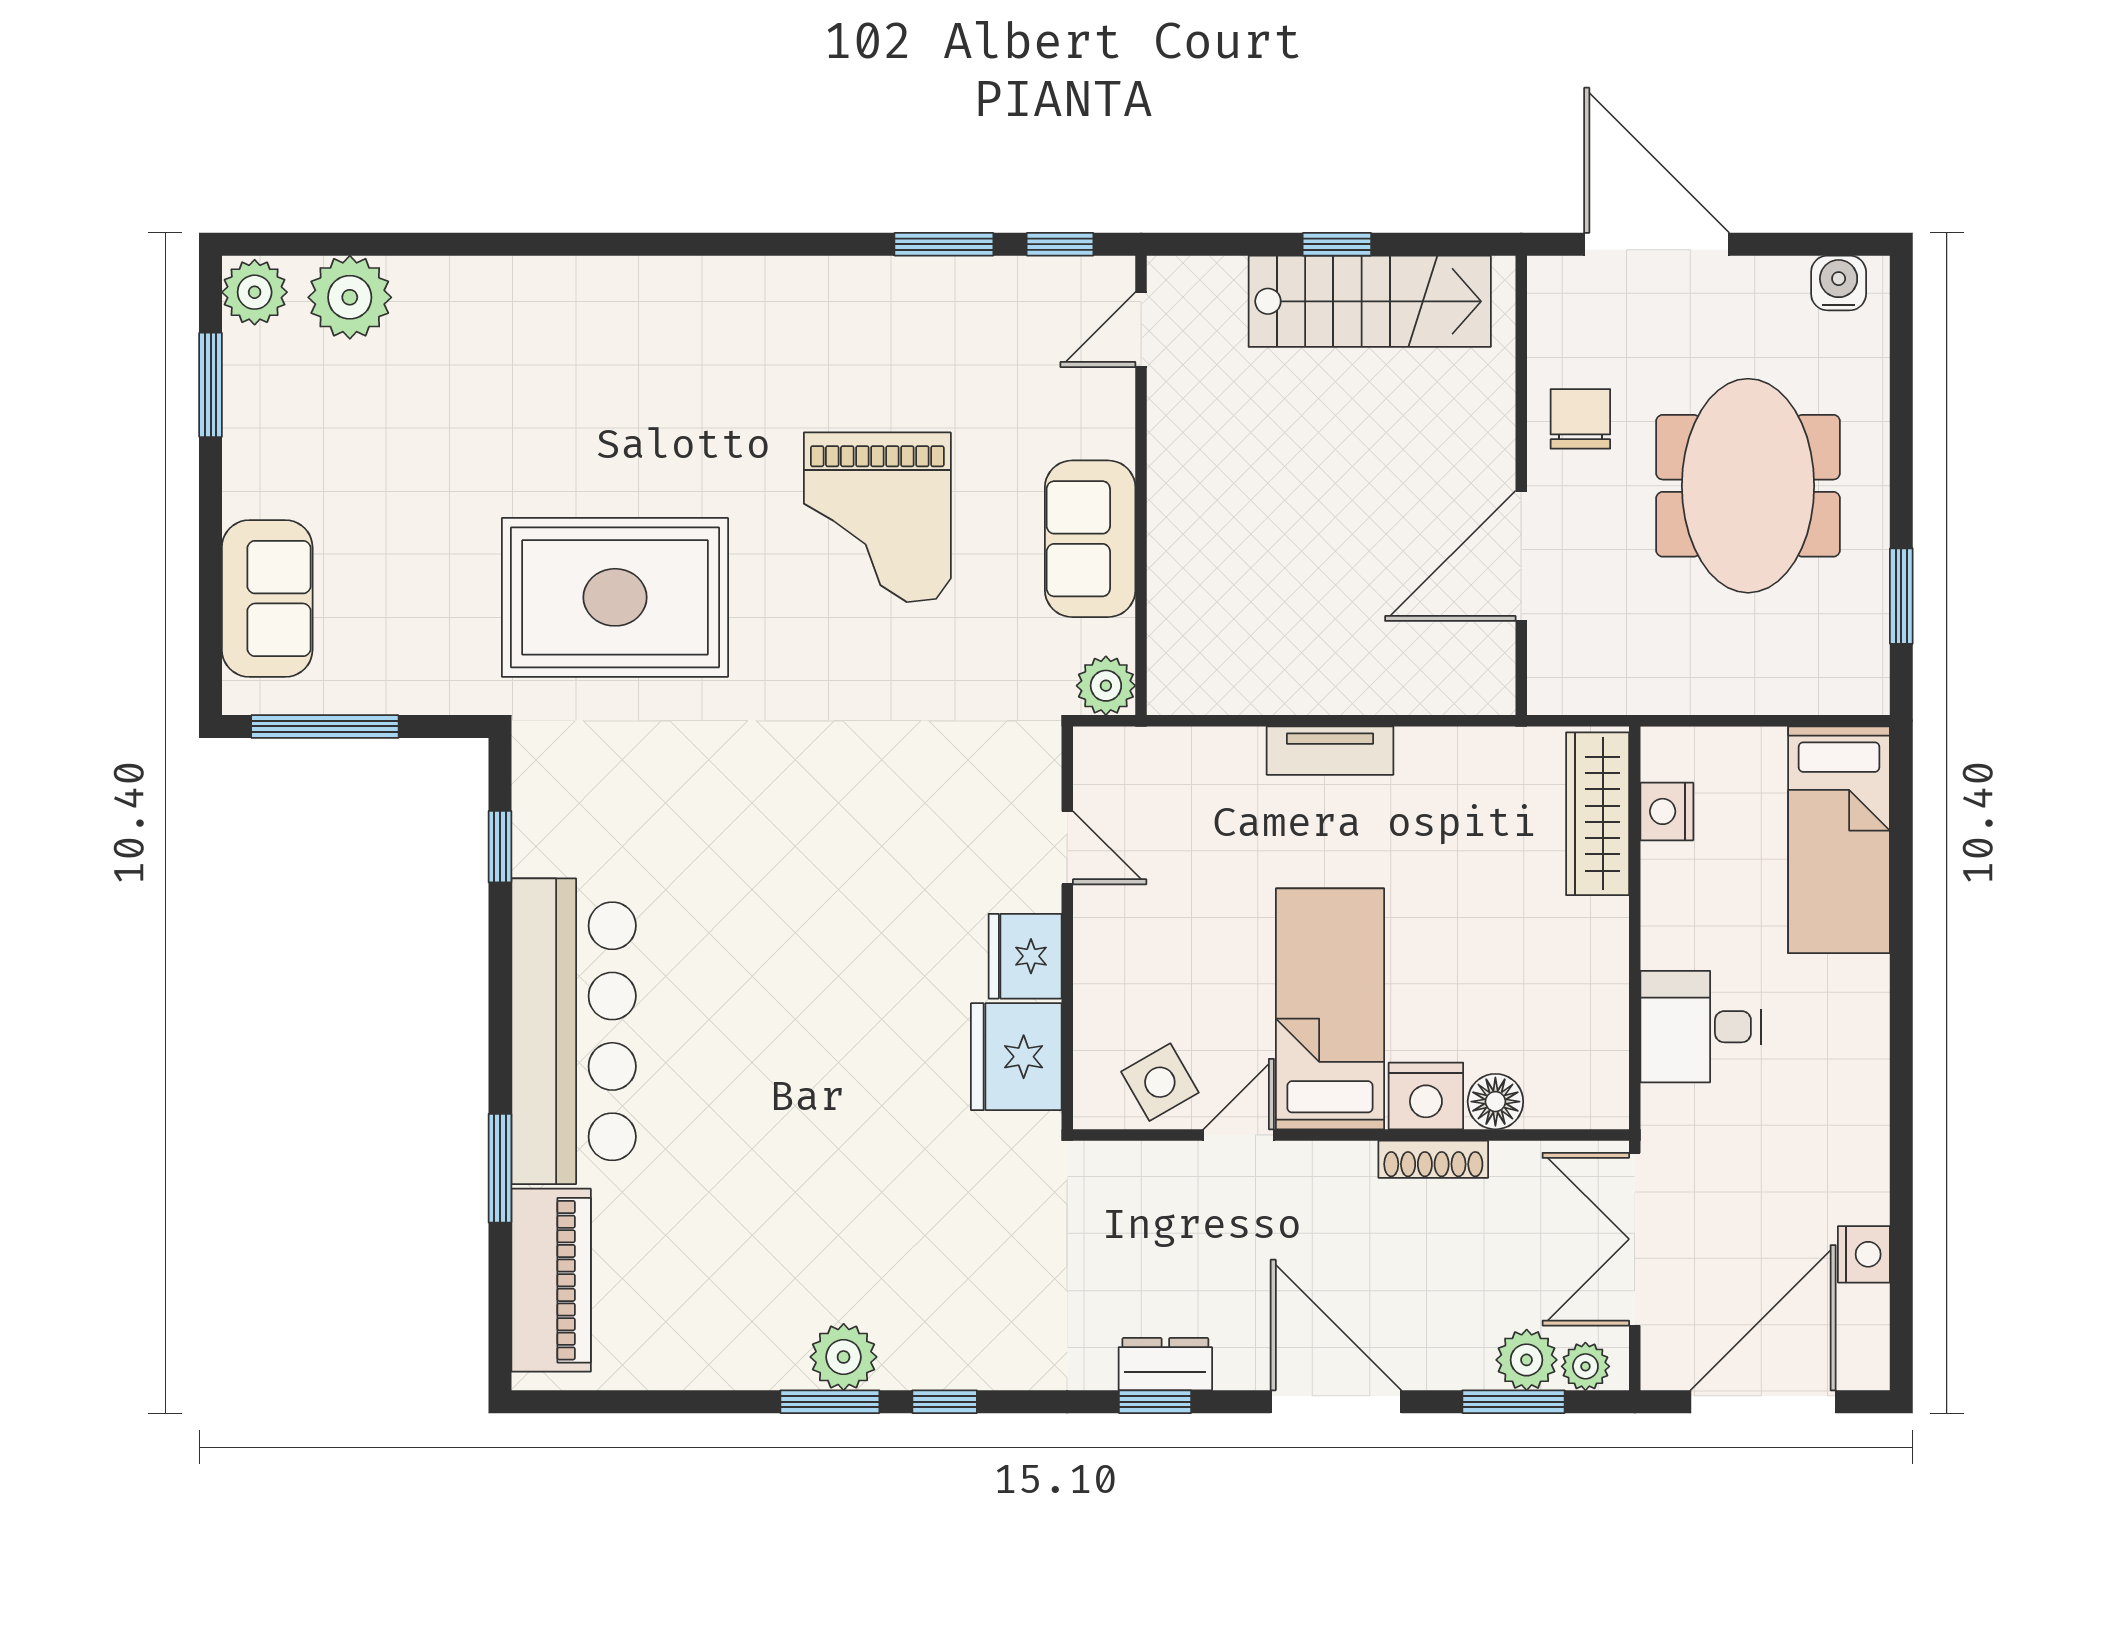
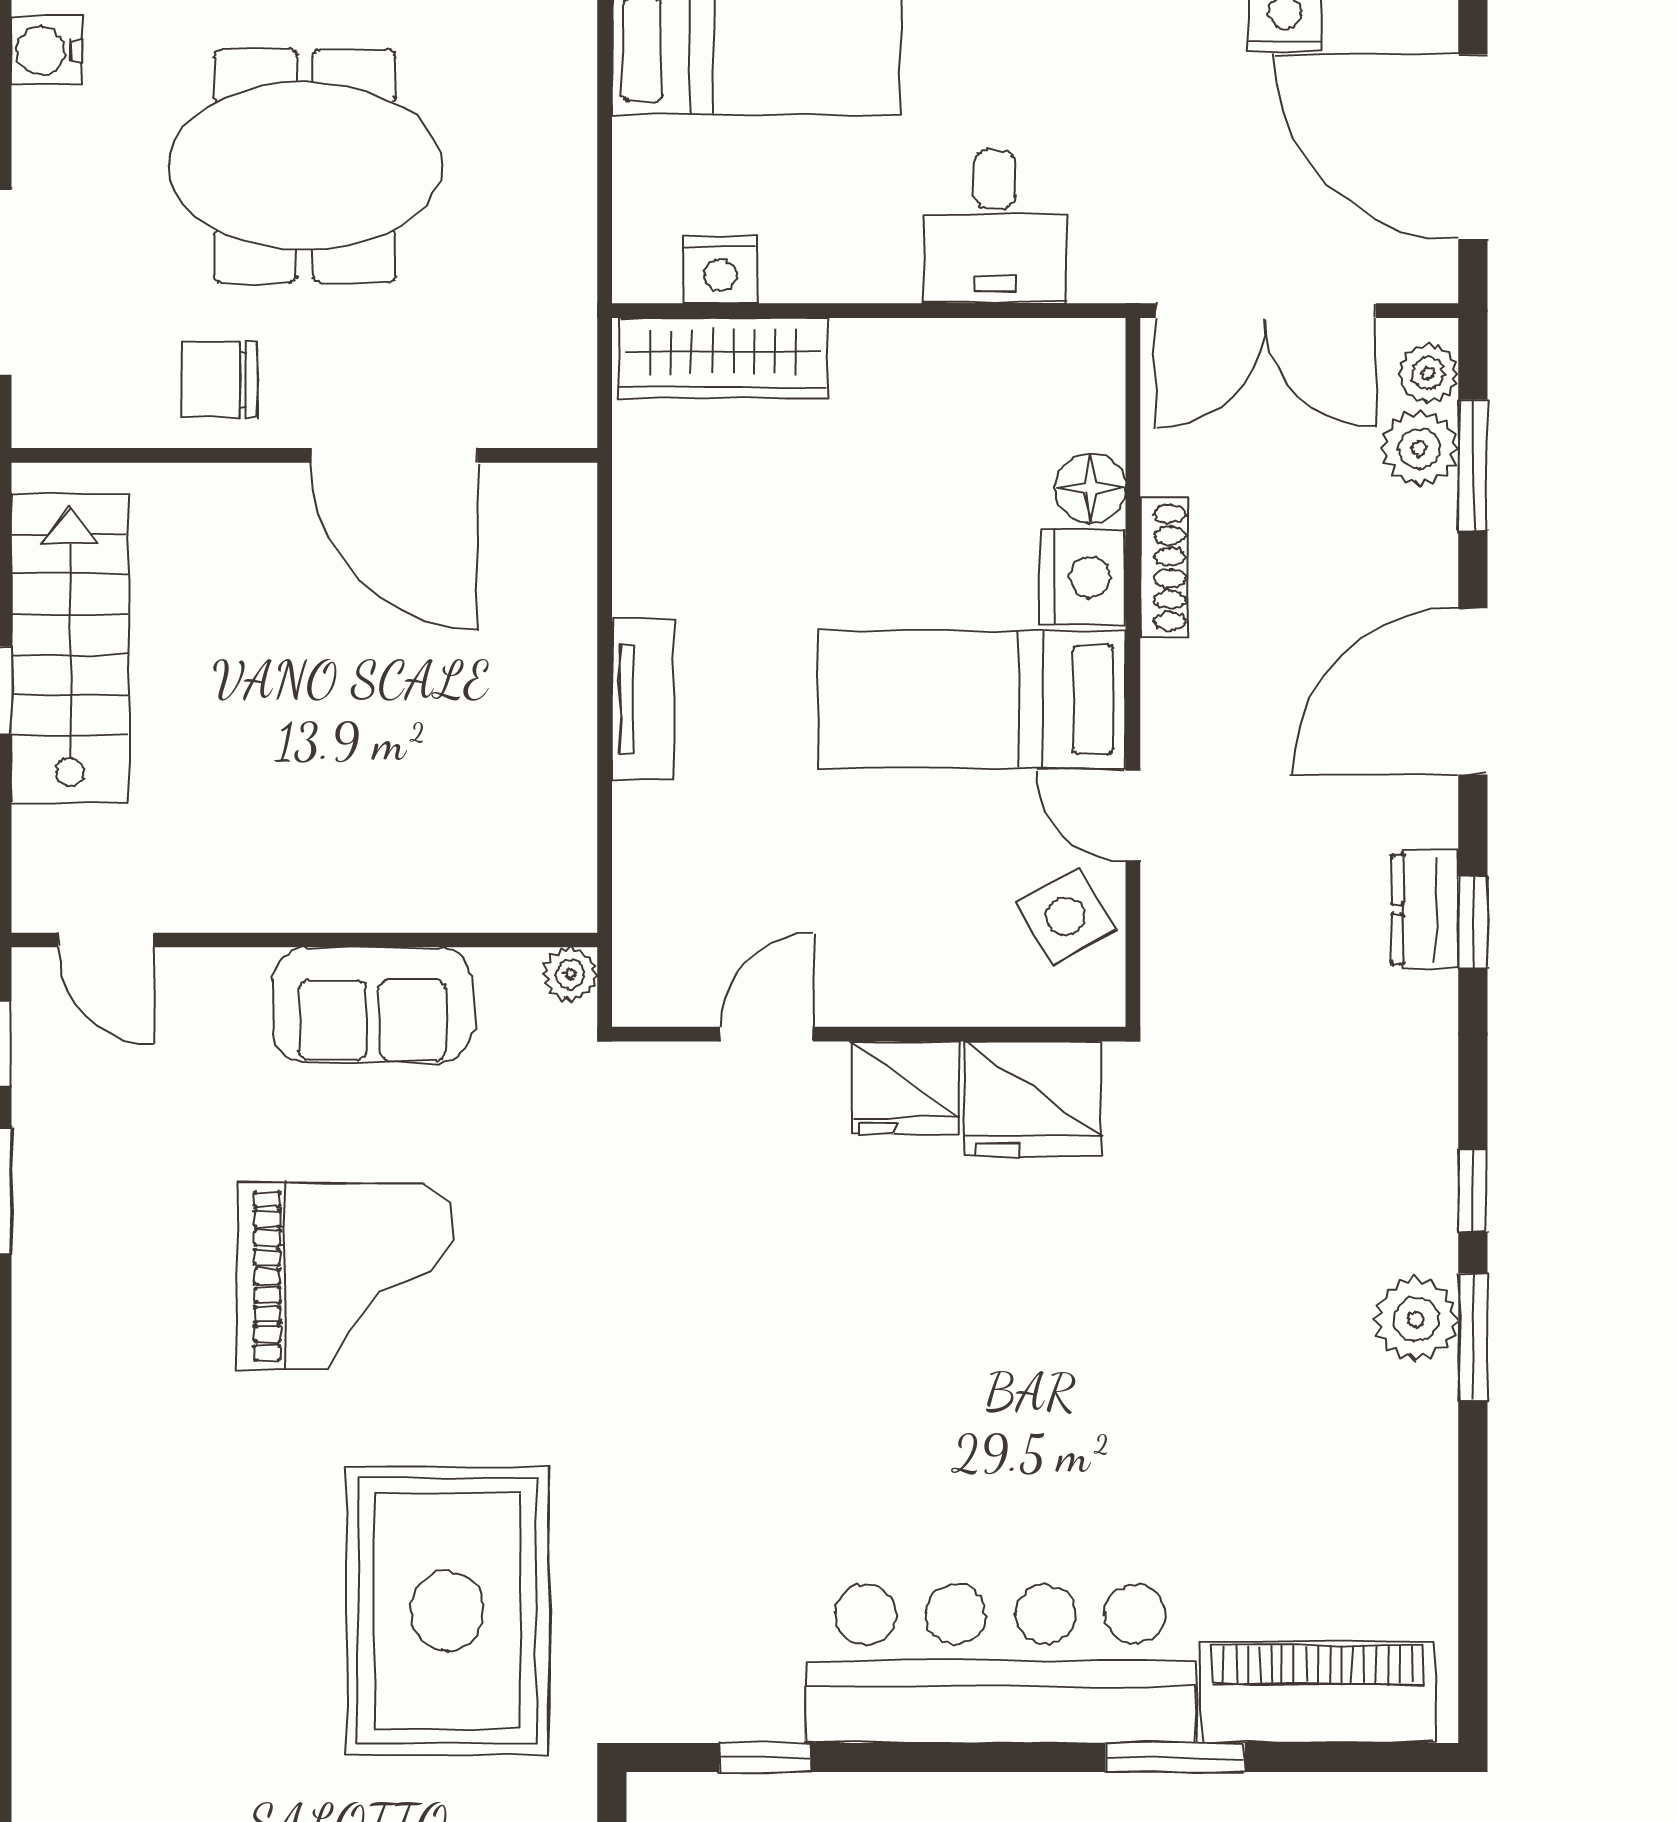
plant: (1106, 686) -> (570, 975), width x0.73, depth x0.73

